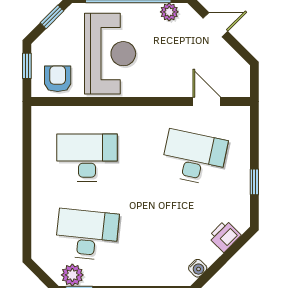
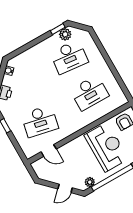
reception desk: (110, 54) -> (106, 147), turned 180

